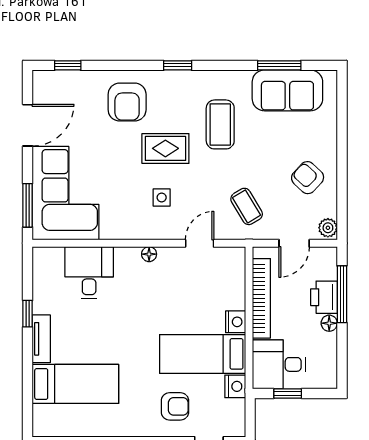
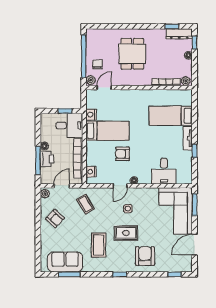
door: (200, 243) -> (120, 186), moved
nightstand: (236, 322) -> (91, 172), moved
armchair: (175, 406) -> (122, 154), moved

